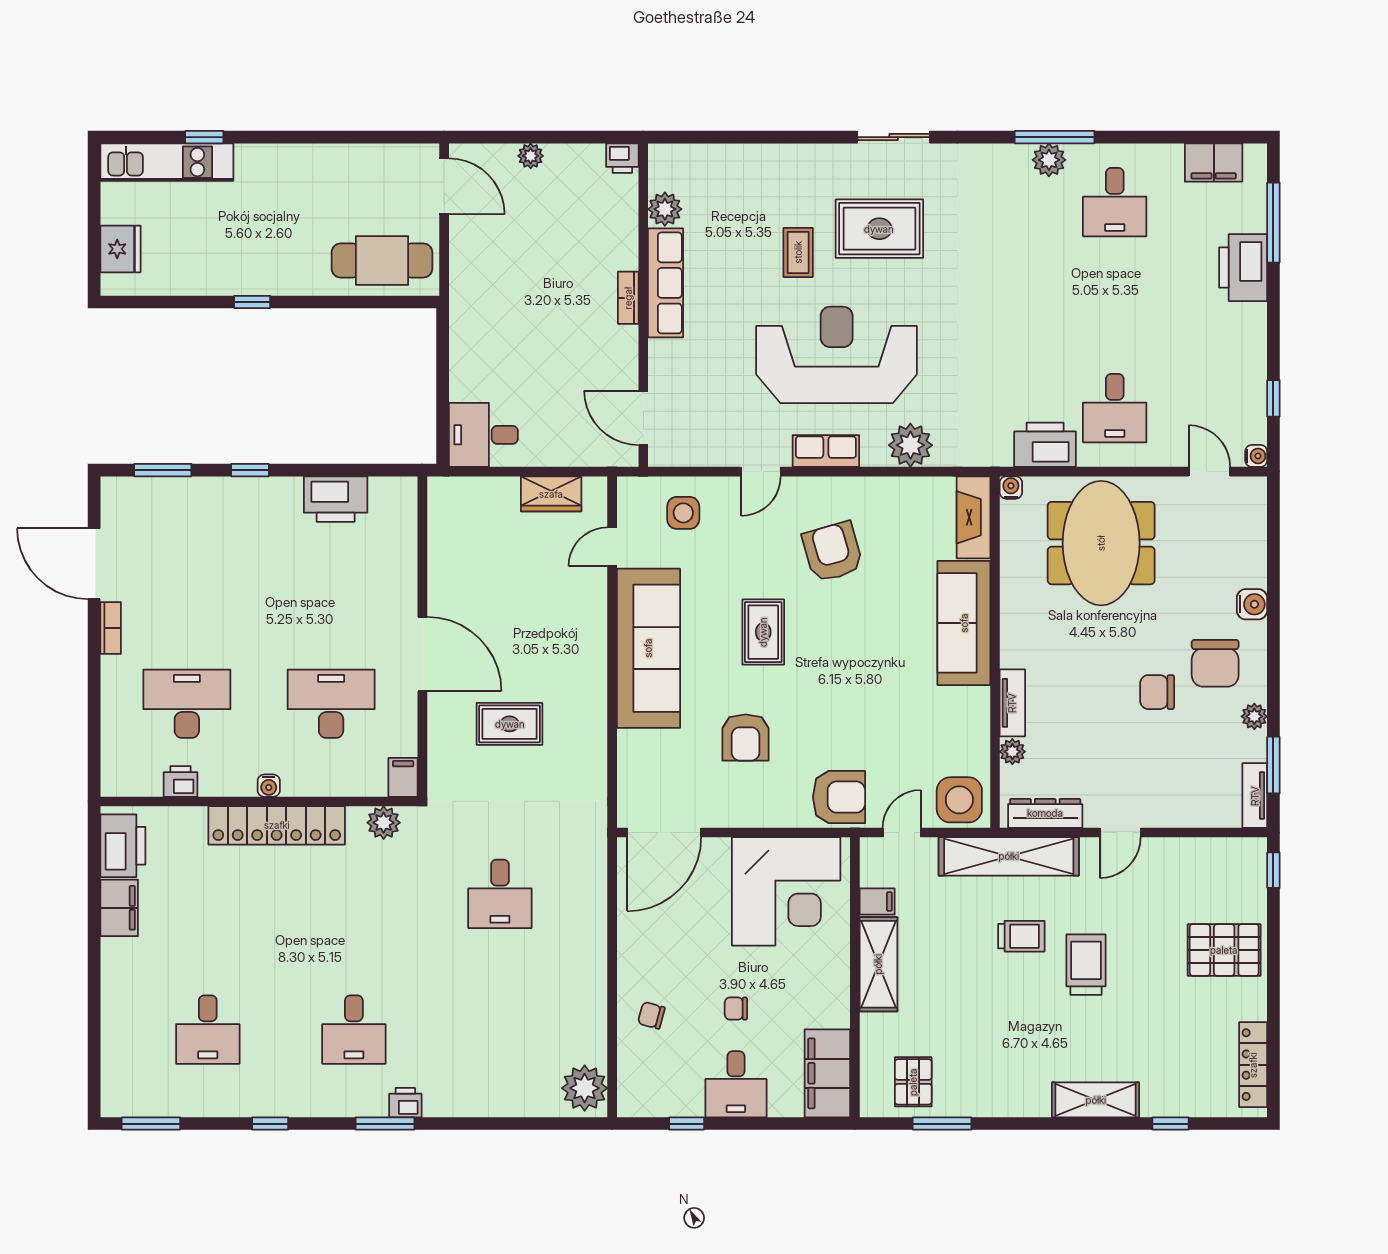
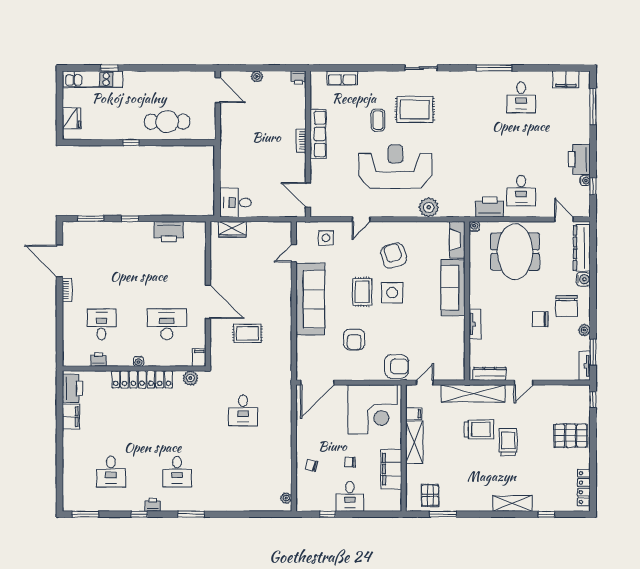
plant: (1049, 160) -> (491, 78), removed
plant: (665, 209) -> (318, 101), removed
cafe table: (382, 260) -> (167, 122), moved
printer: (1243, 268) -> (579, 159), moved
row of seats: (826, 451) -> (342, 78), moved, turned 180
water cooler: (1256, 456) -> (585, 181), moved
wardrobe: (551, 494) -> (232, 229), moved
dresser: (1249, 535) -> (582, 248), added
desk: (187, 704) -> (101, 324), width x0.73
plant: (1012, 752) -> (475, 346), removed
side table: (959, 800) -> (392, 293), moved
trolley: (1021, 936) -> (479, 429), width x1.36, depth x1.39
filing cabinet: (827, 1073) -> (391, 469), moved
plant: (585, 1088) -> (286, 498), width x0.53, depth x0.53
printer: (405, 1103) -> (153, 505), moved

